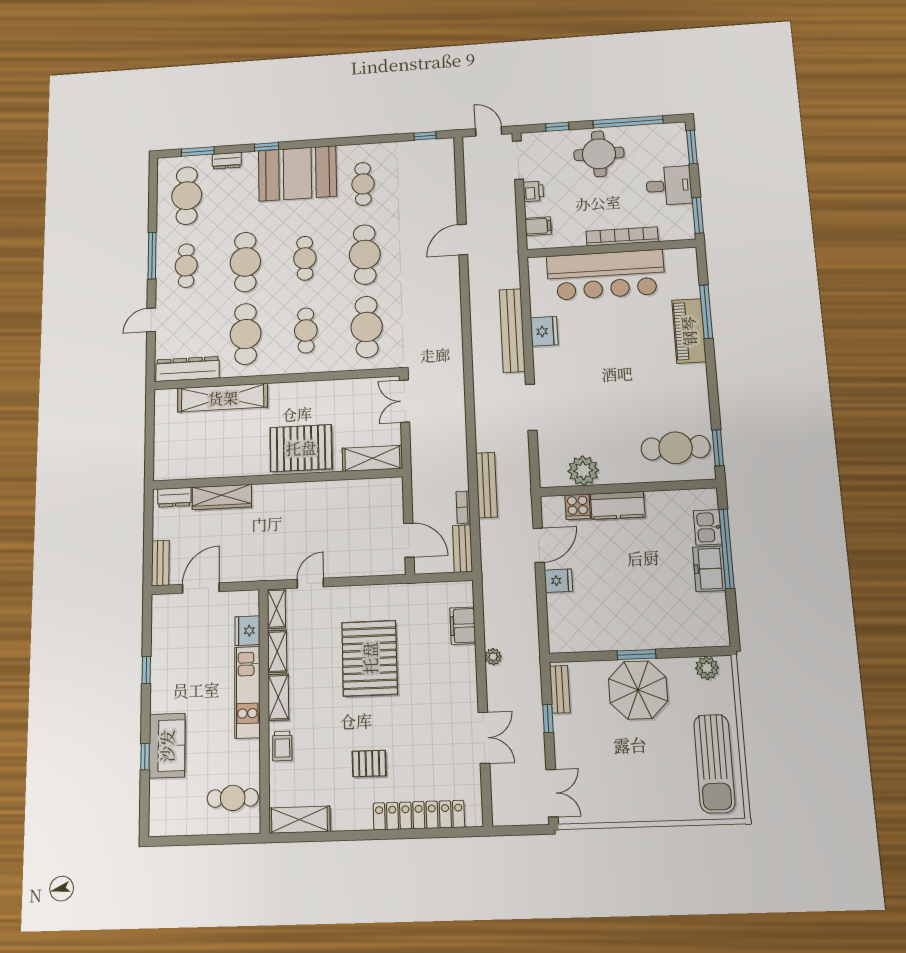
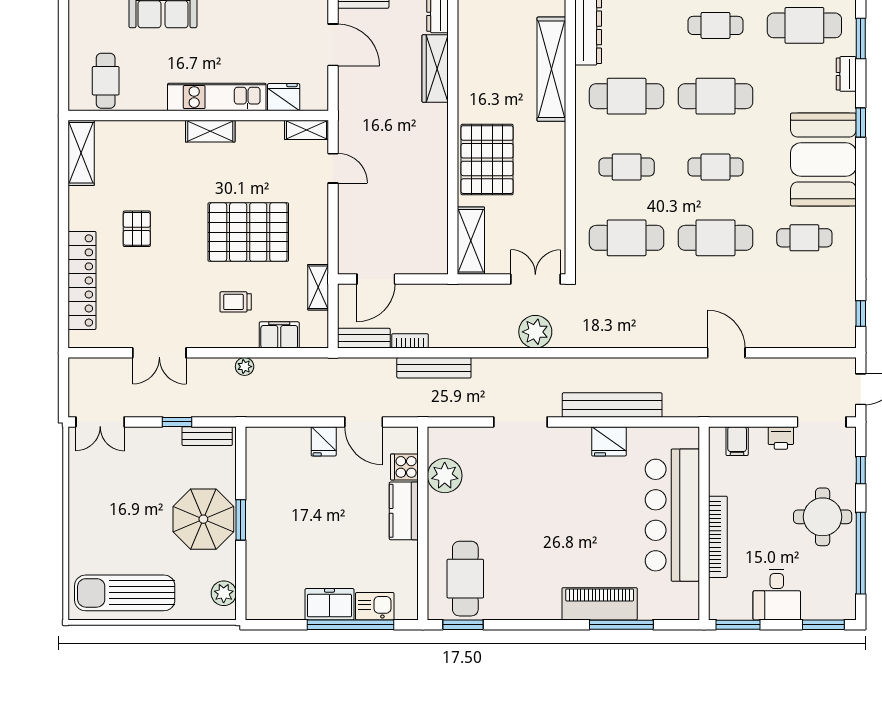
plant: (451, 399) -> (535, 332), added
shelving: (277, 651) -> (318, 287), moved, turned 90
trolley: (282, 746) -> (236, 302), moved

